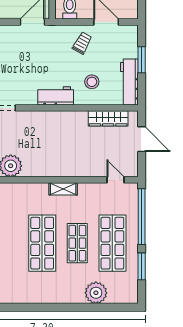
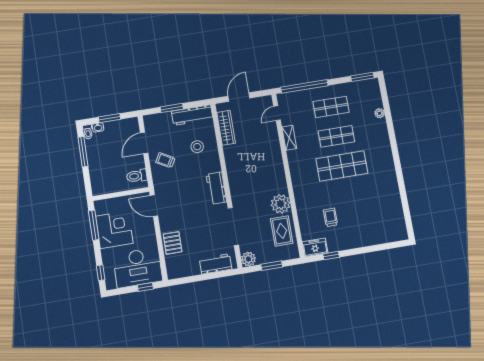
workbench: (56, 96) -> (216, 188), moved
shelving: (63, 189) -> (289, 138), moved
shop shelf: (112, 243) -> (331, 107), width x0.70, depth x0.74
window: (142, 266) -> (362, 77), moved
plant: (96, 293) -> (380, 113), width x0.53, depth x0.53

